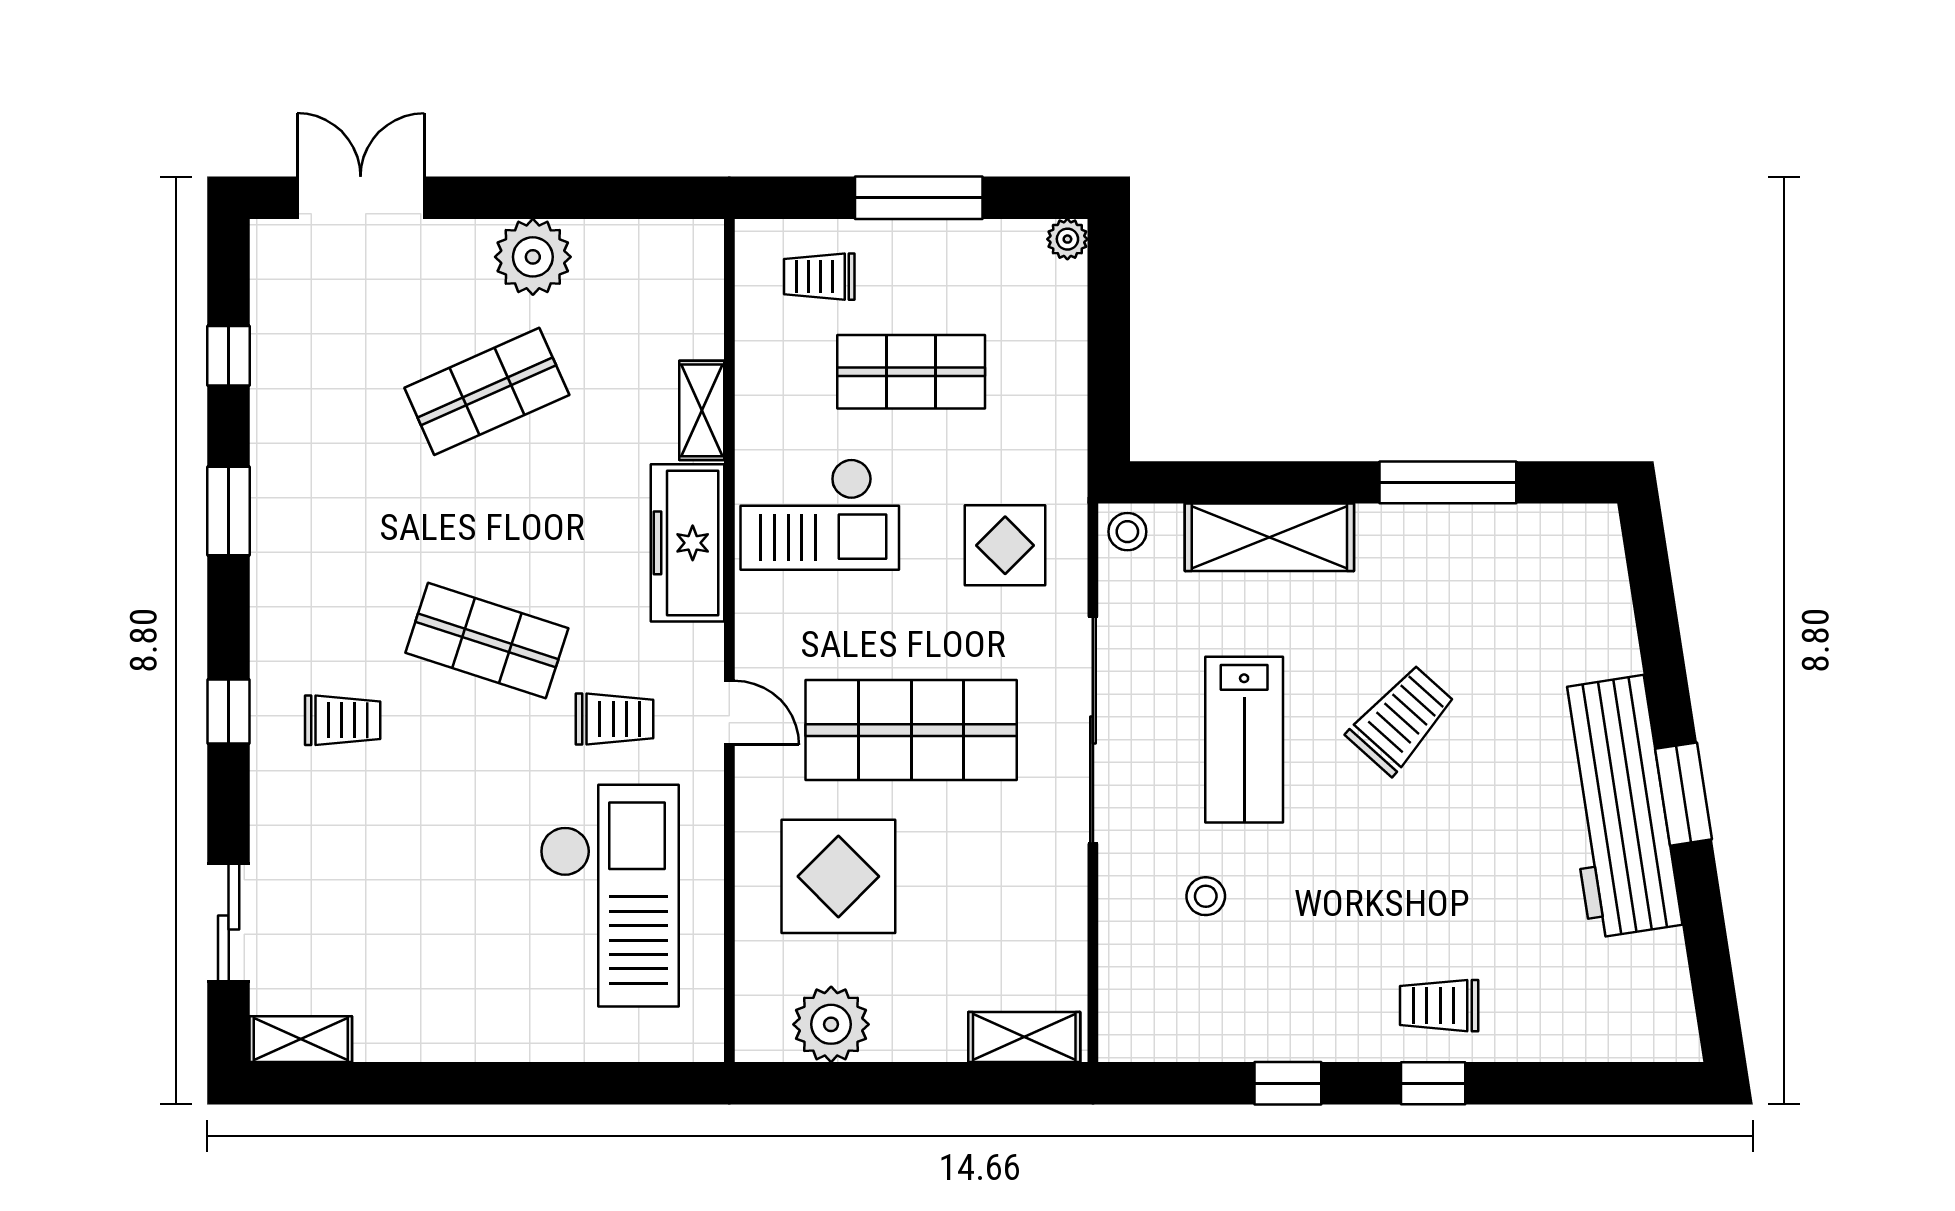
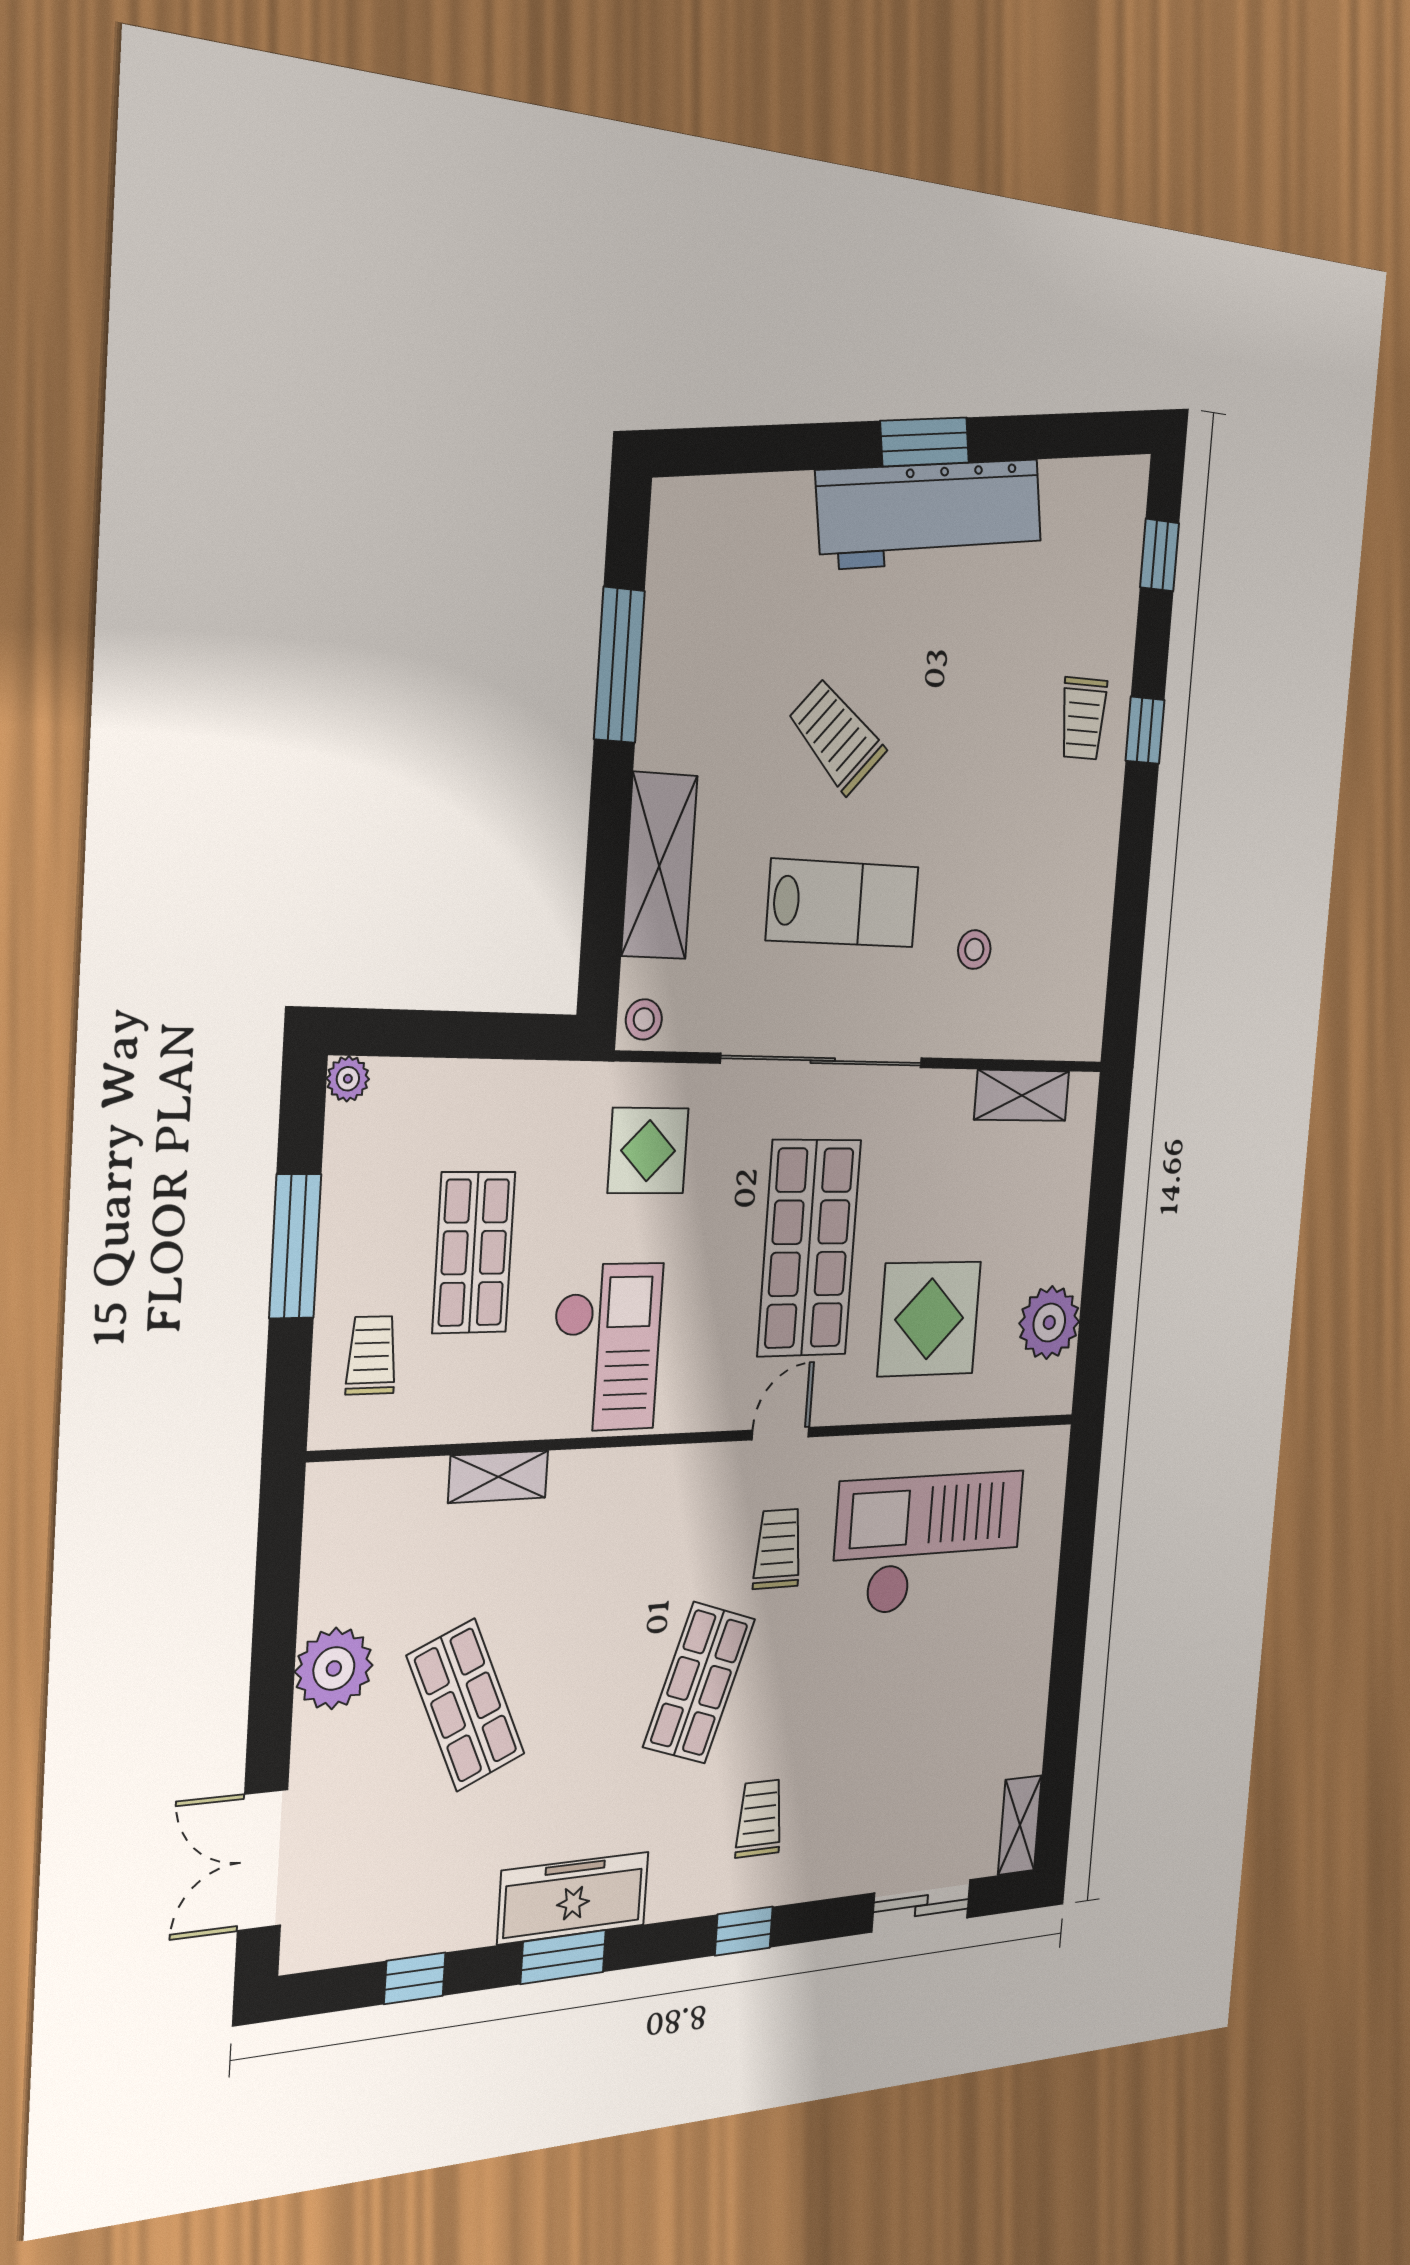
trolley: (819, 277) -> (372, 1355), turned 180
freezer: (687, 543) -> (573, 1898), moved, turned 180
shelving: (1024, 1037) -> (1022, 1095), moved, turned 90
window: (1288, 1083) -> (1160, 555), moved

